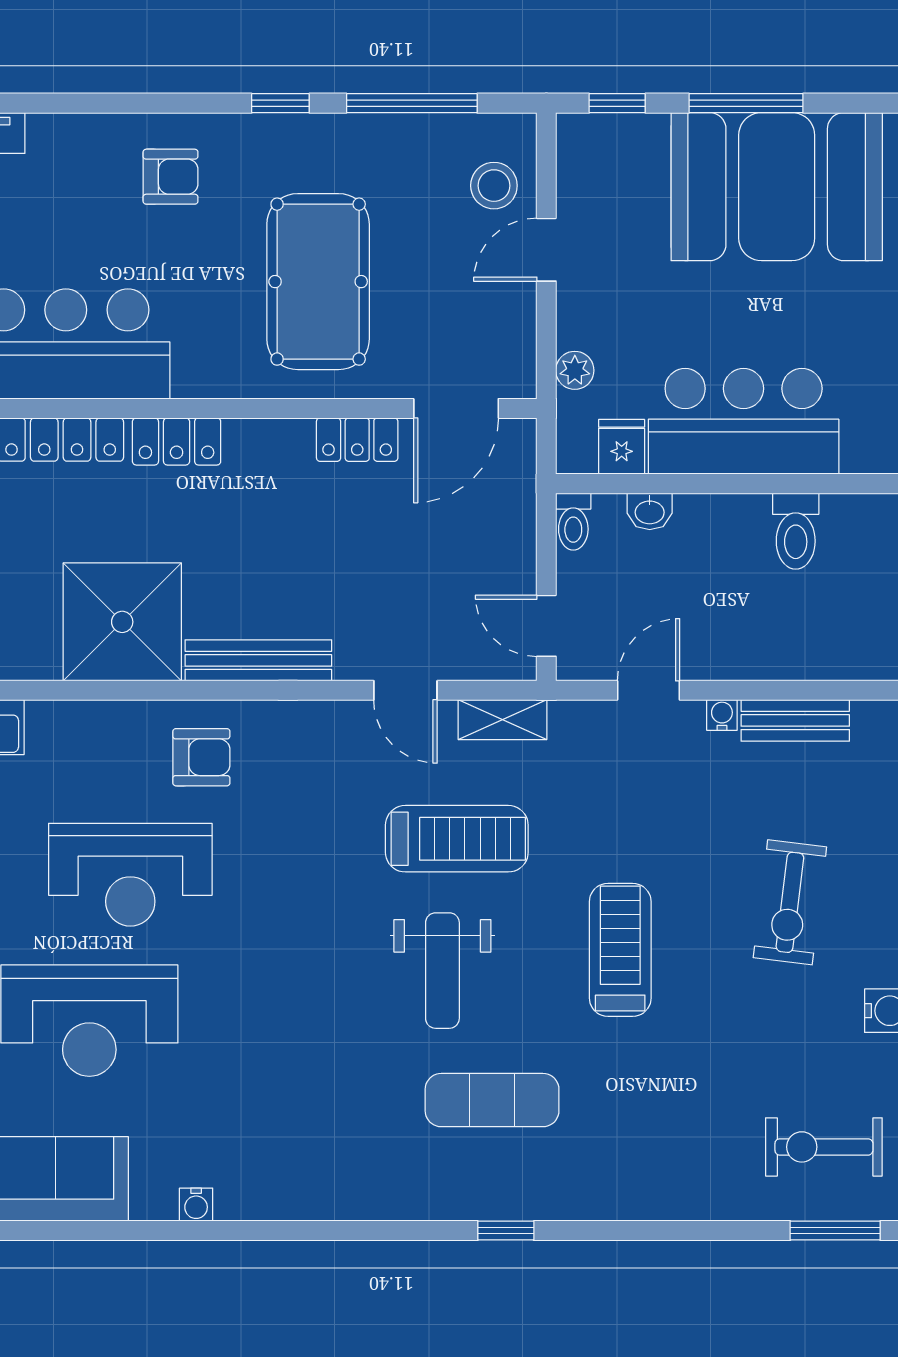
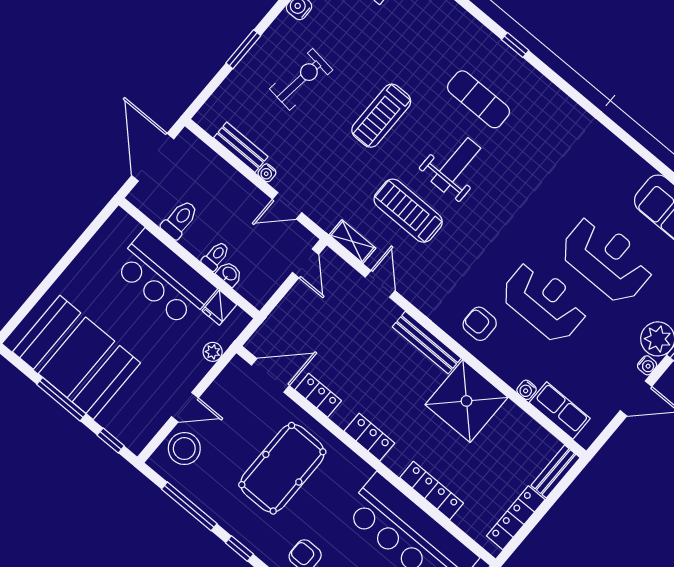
stool: (494, 186) -> (184, 449), width x1.38, depth x1.38
locker: (177, 441) -> (369, 437), moved
toilet: (573, 522) -> (216, 256), moved
water cooler: (196, 1205) -> (527, 390), moved, turned 180

